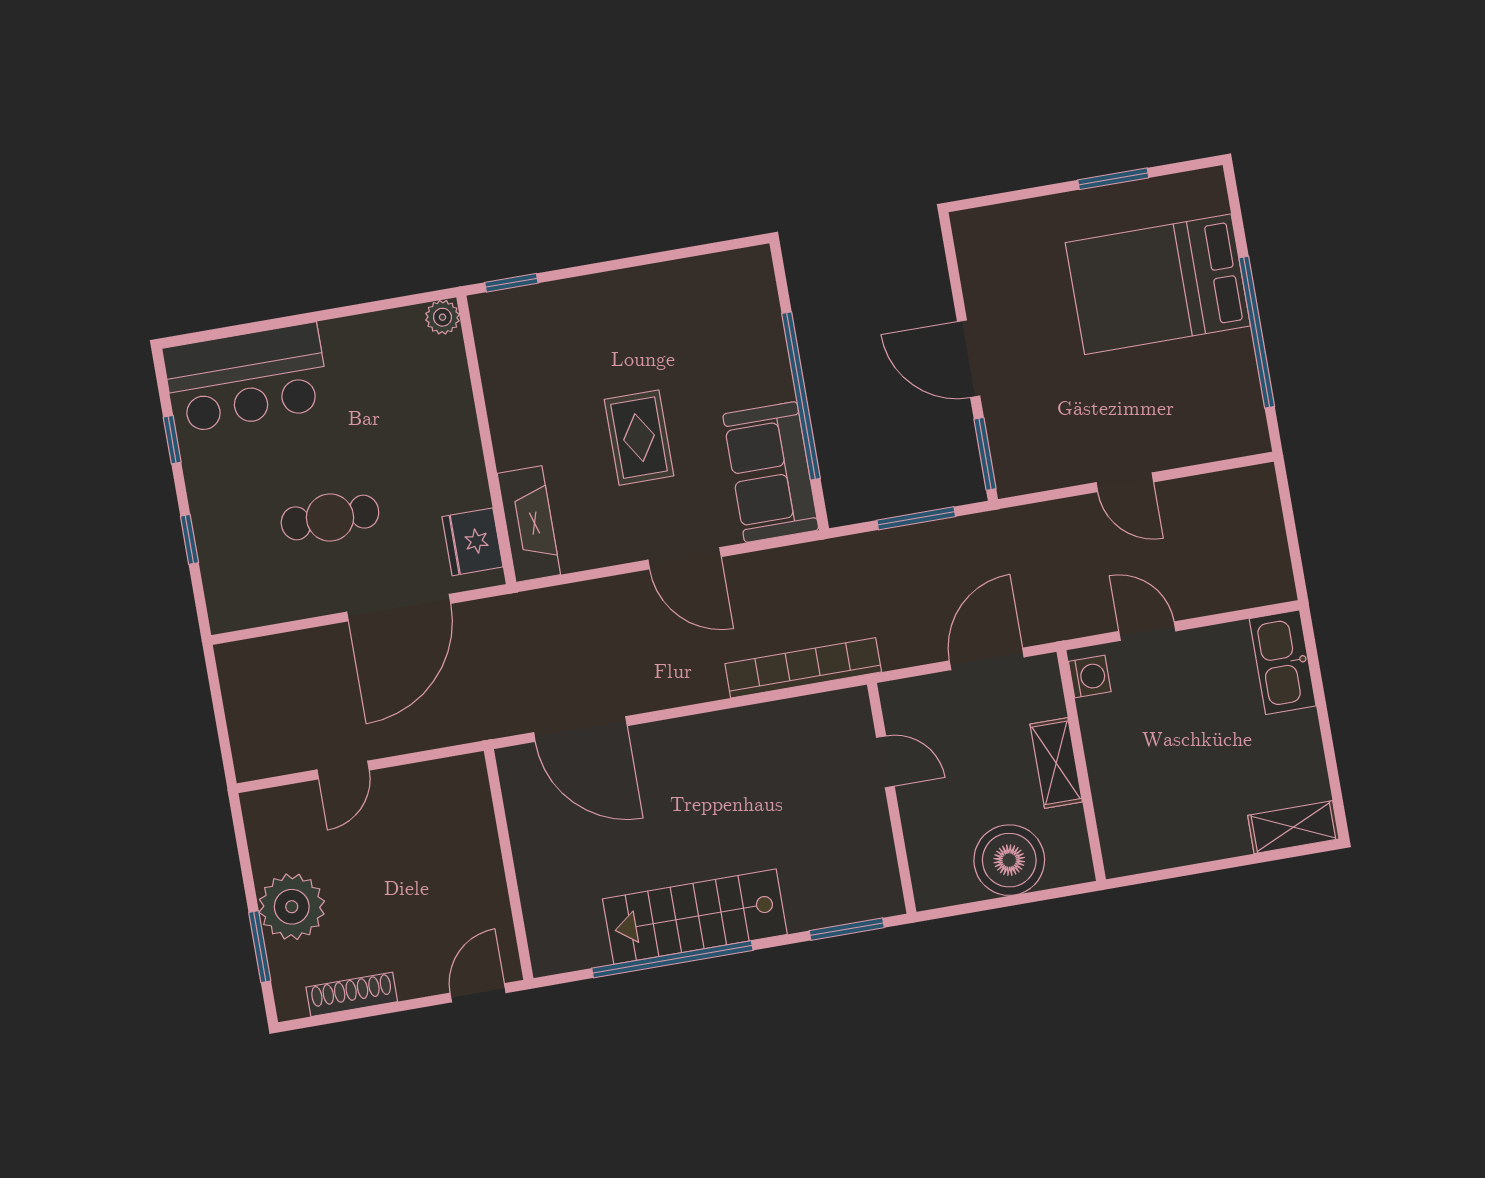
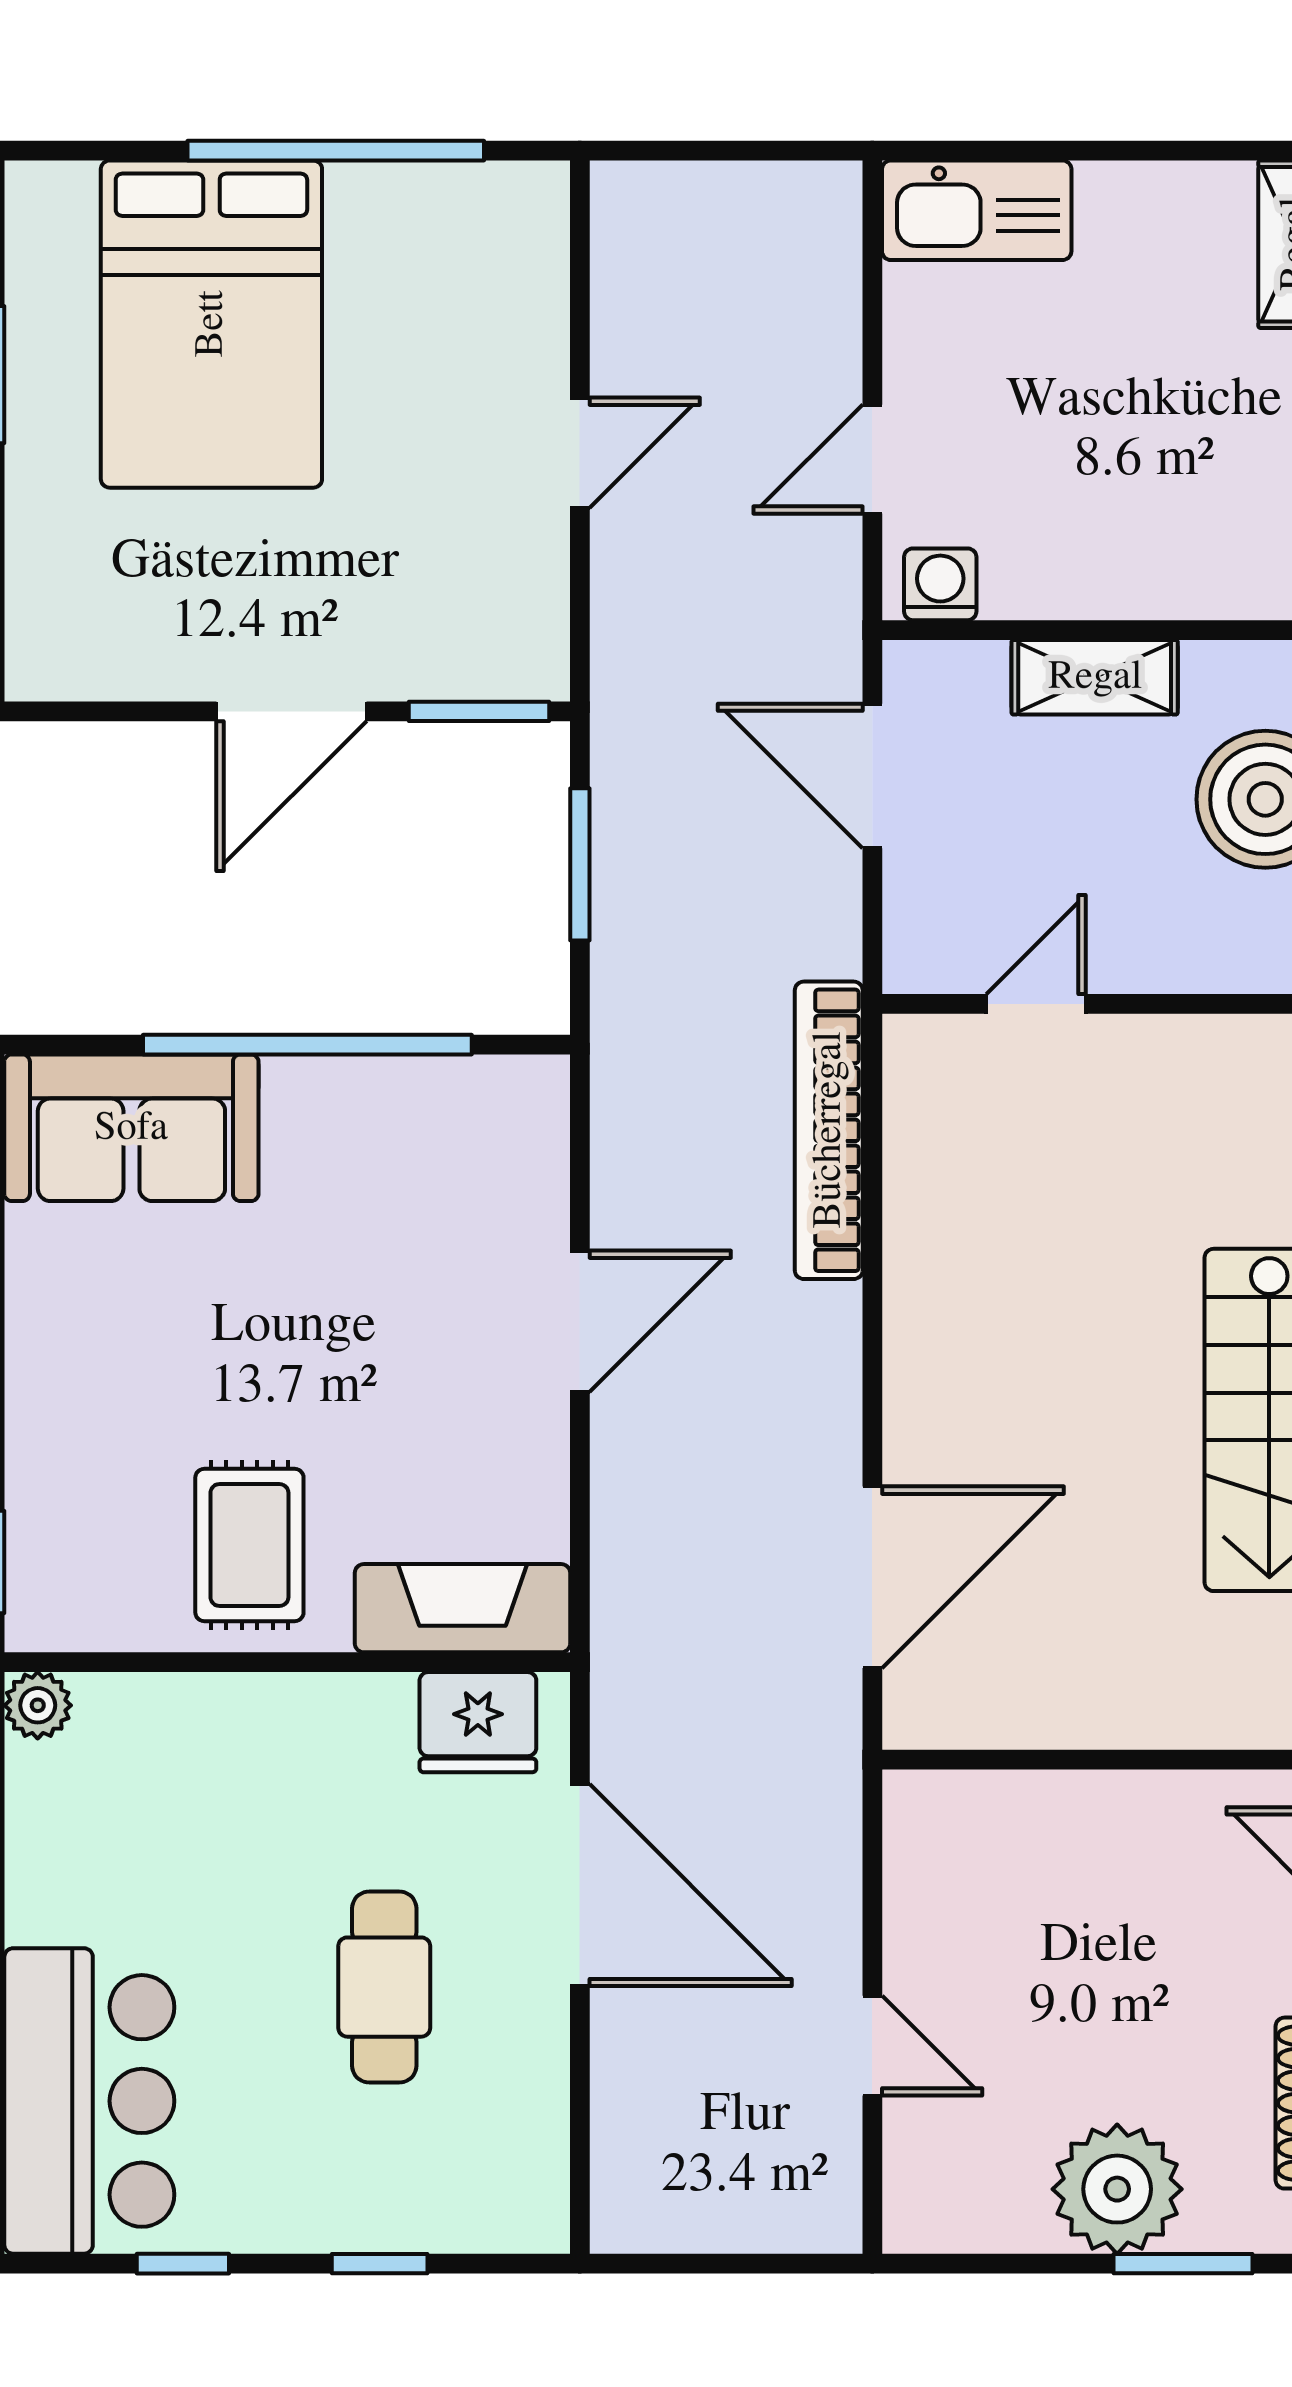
rug: (639, 438) -> (249, 1545), moved, turned 90
sofa: (771, 472) -> (131, 1128), moved

